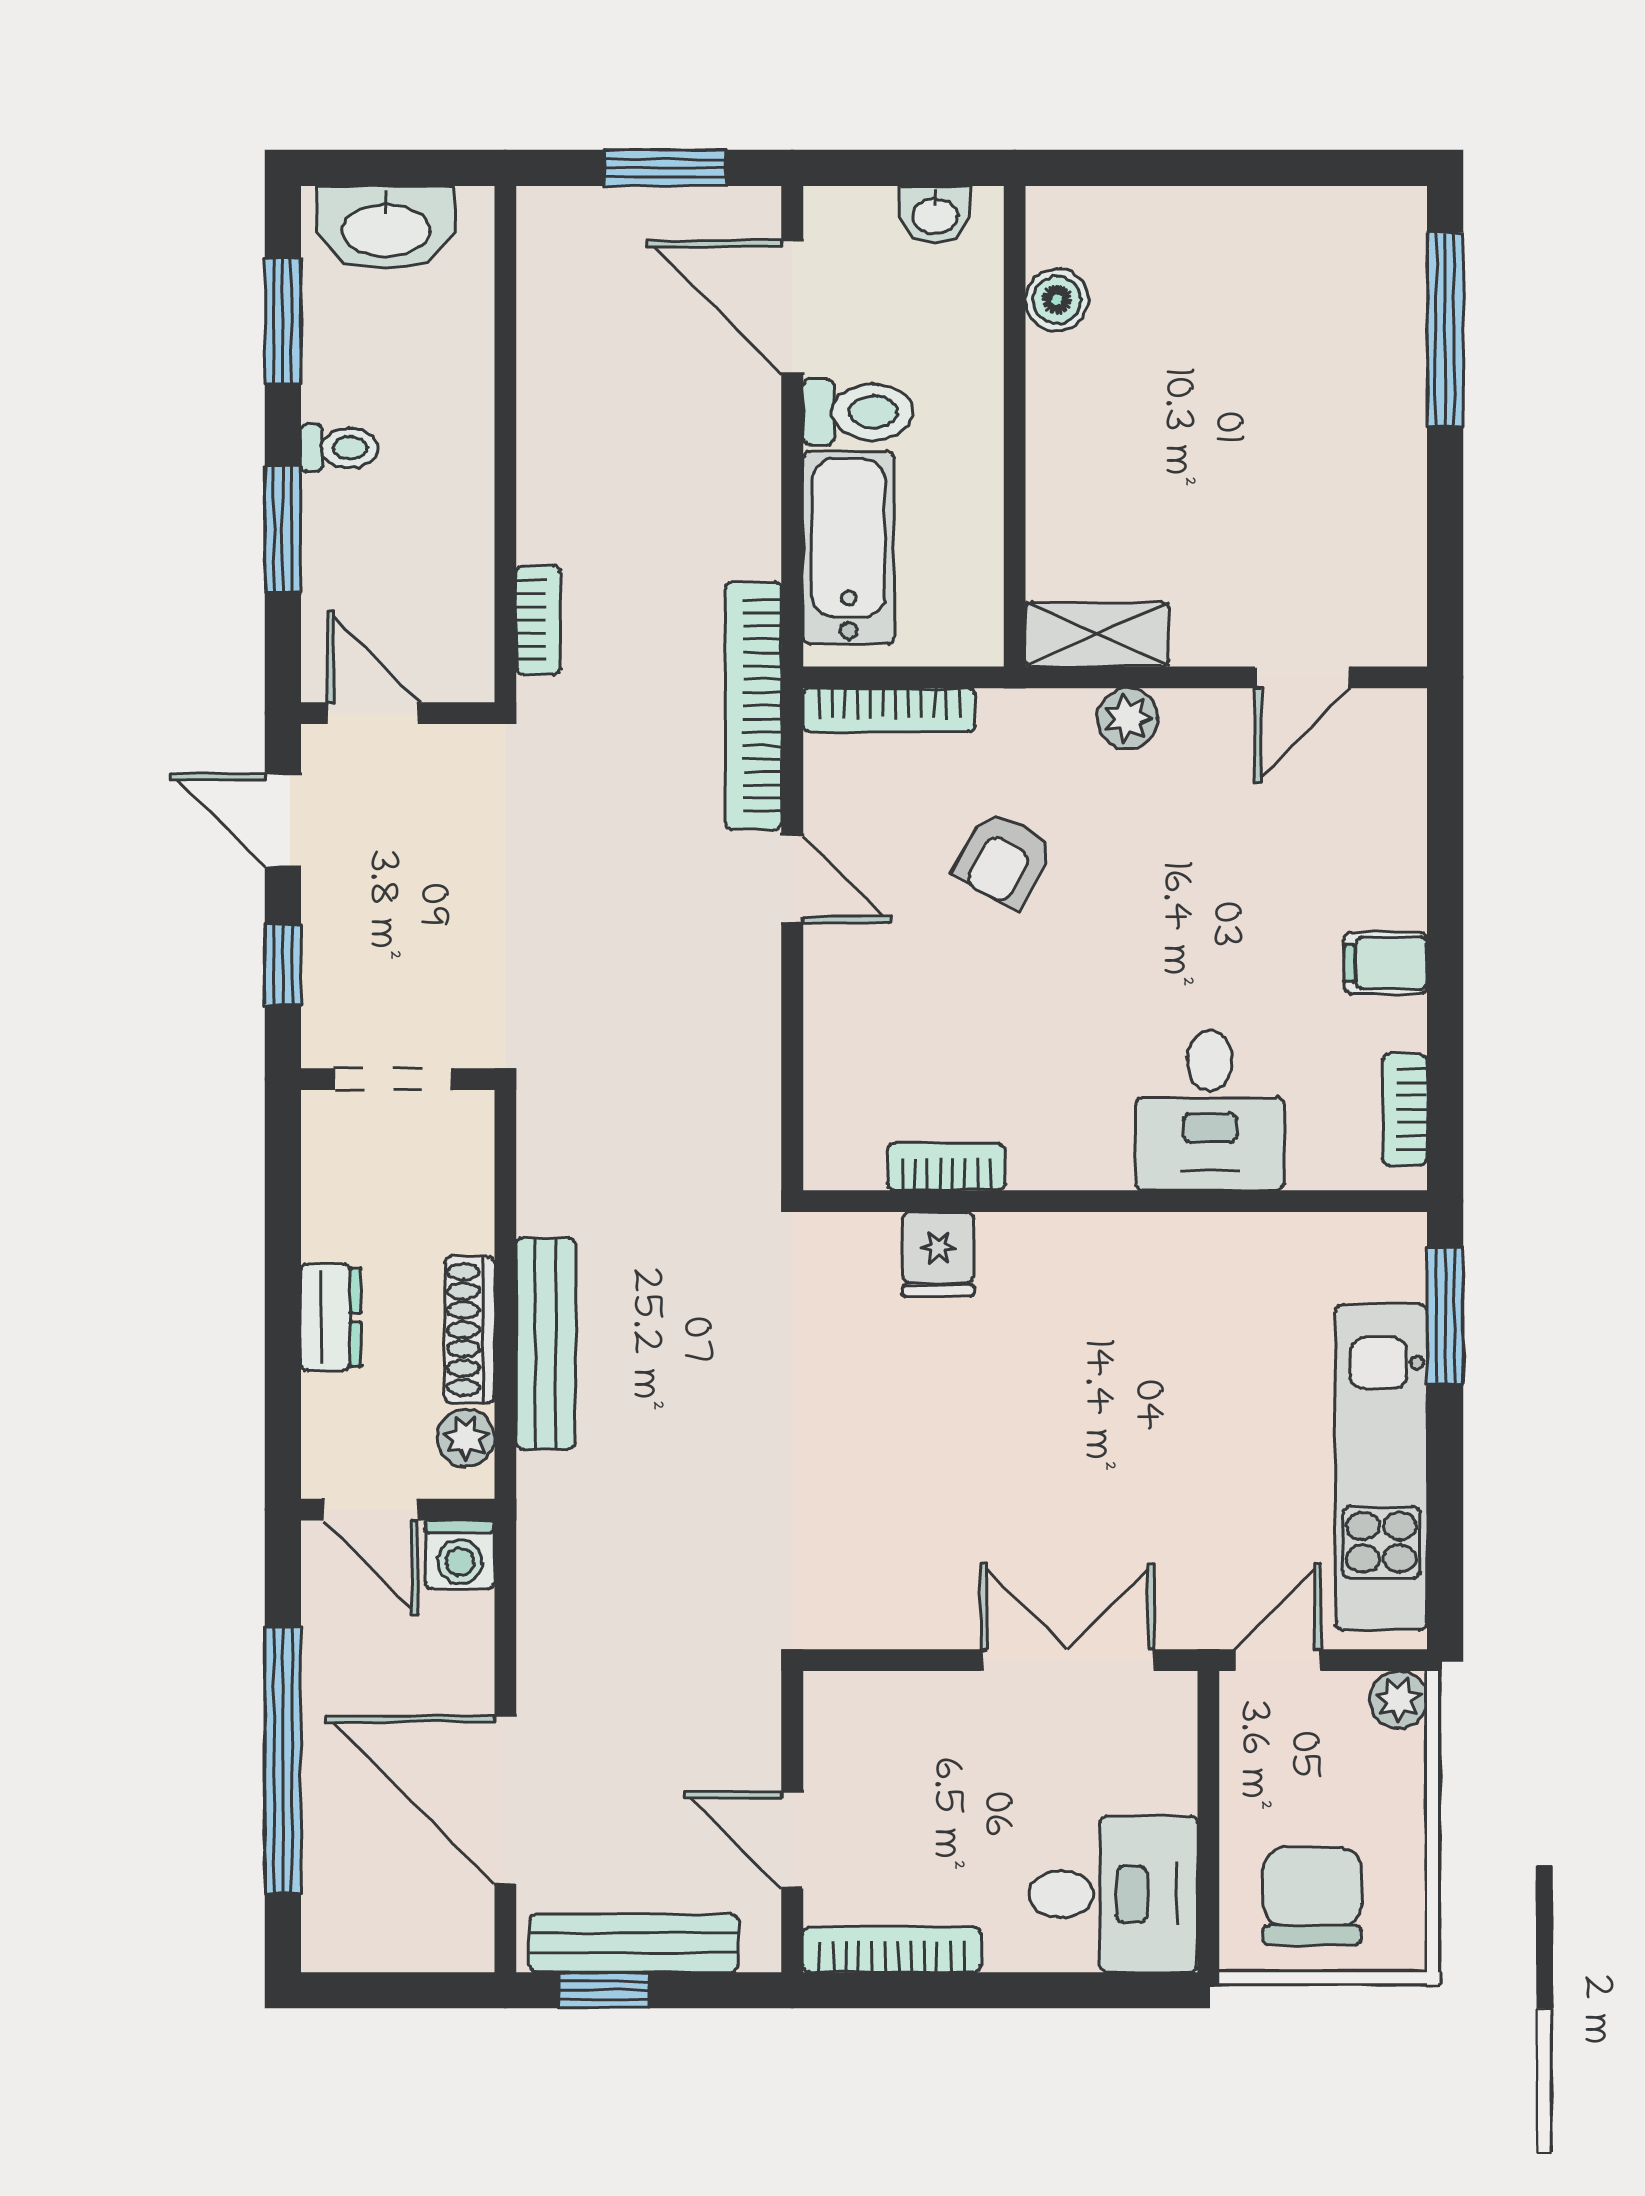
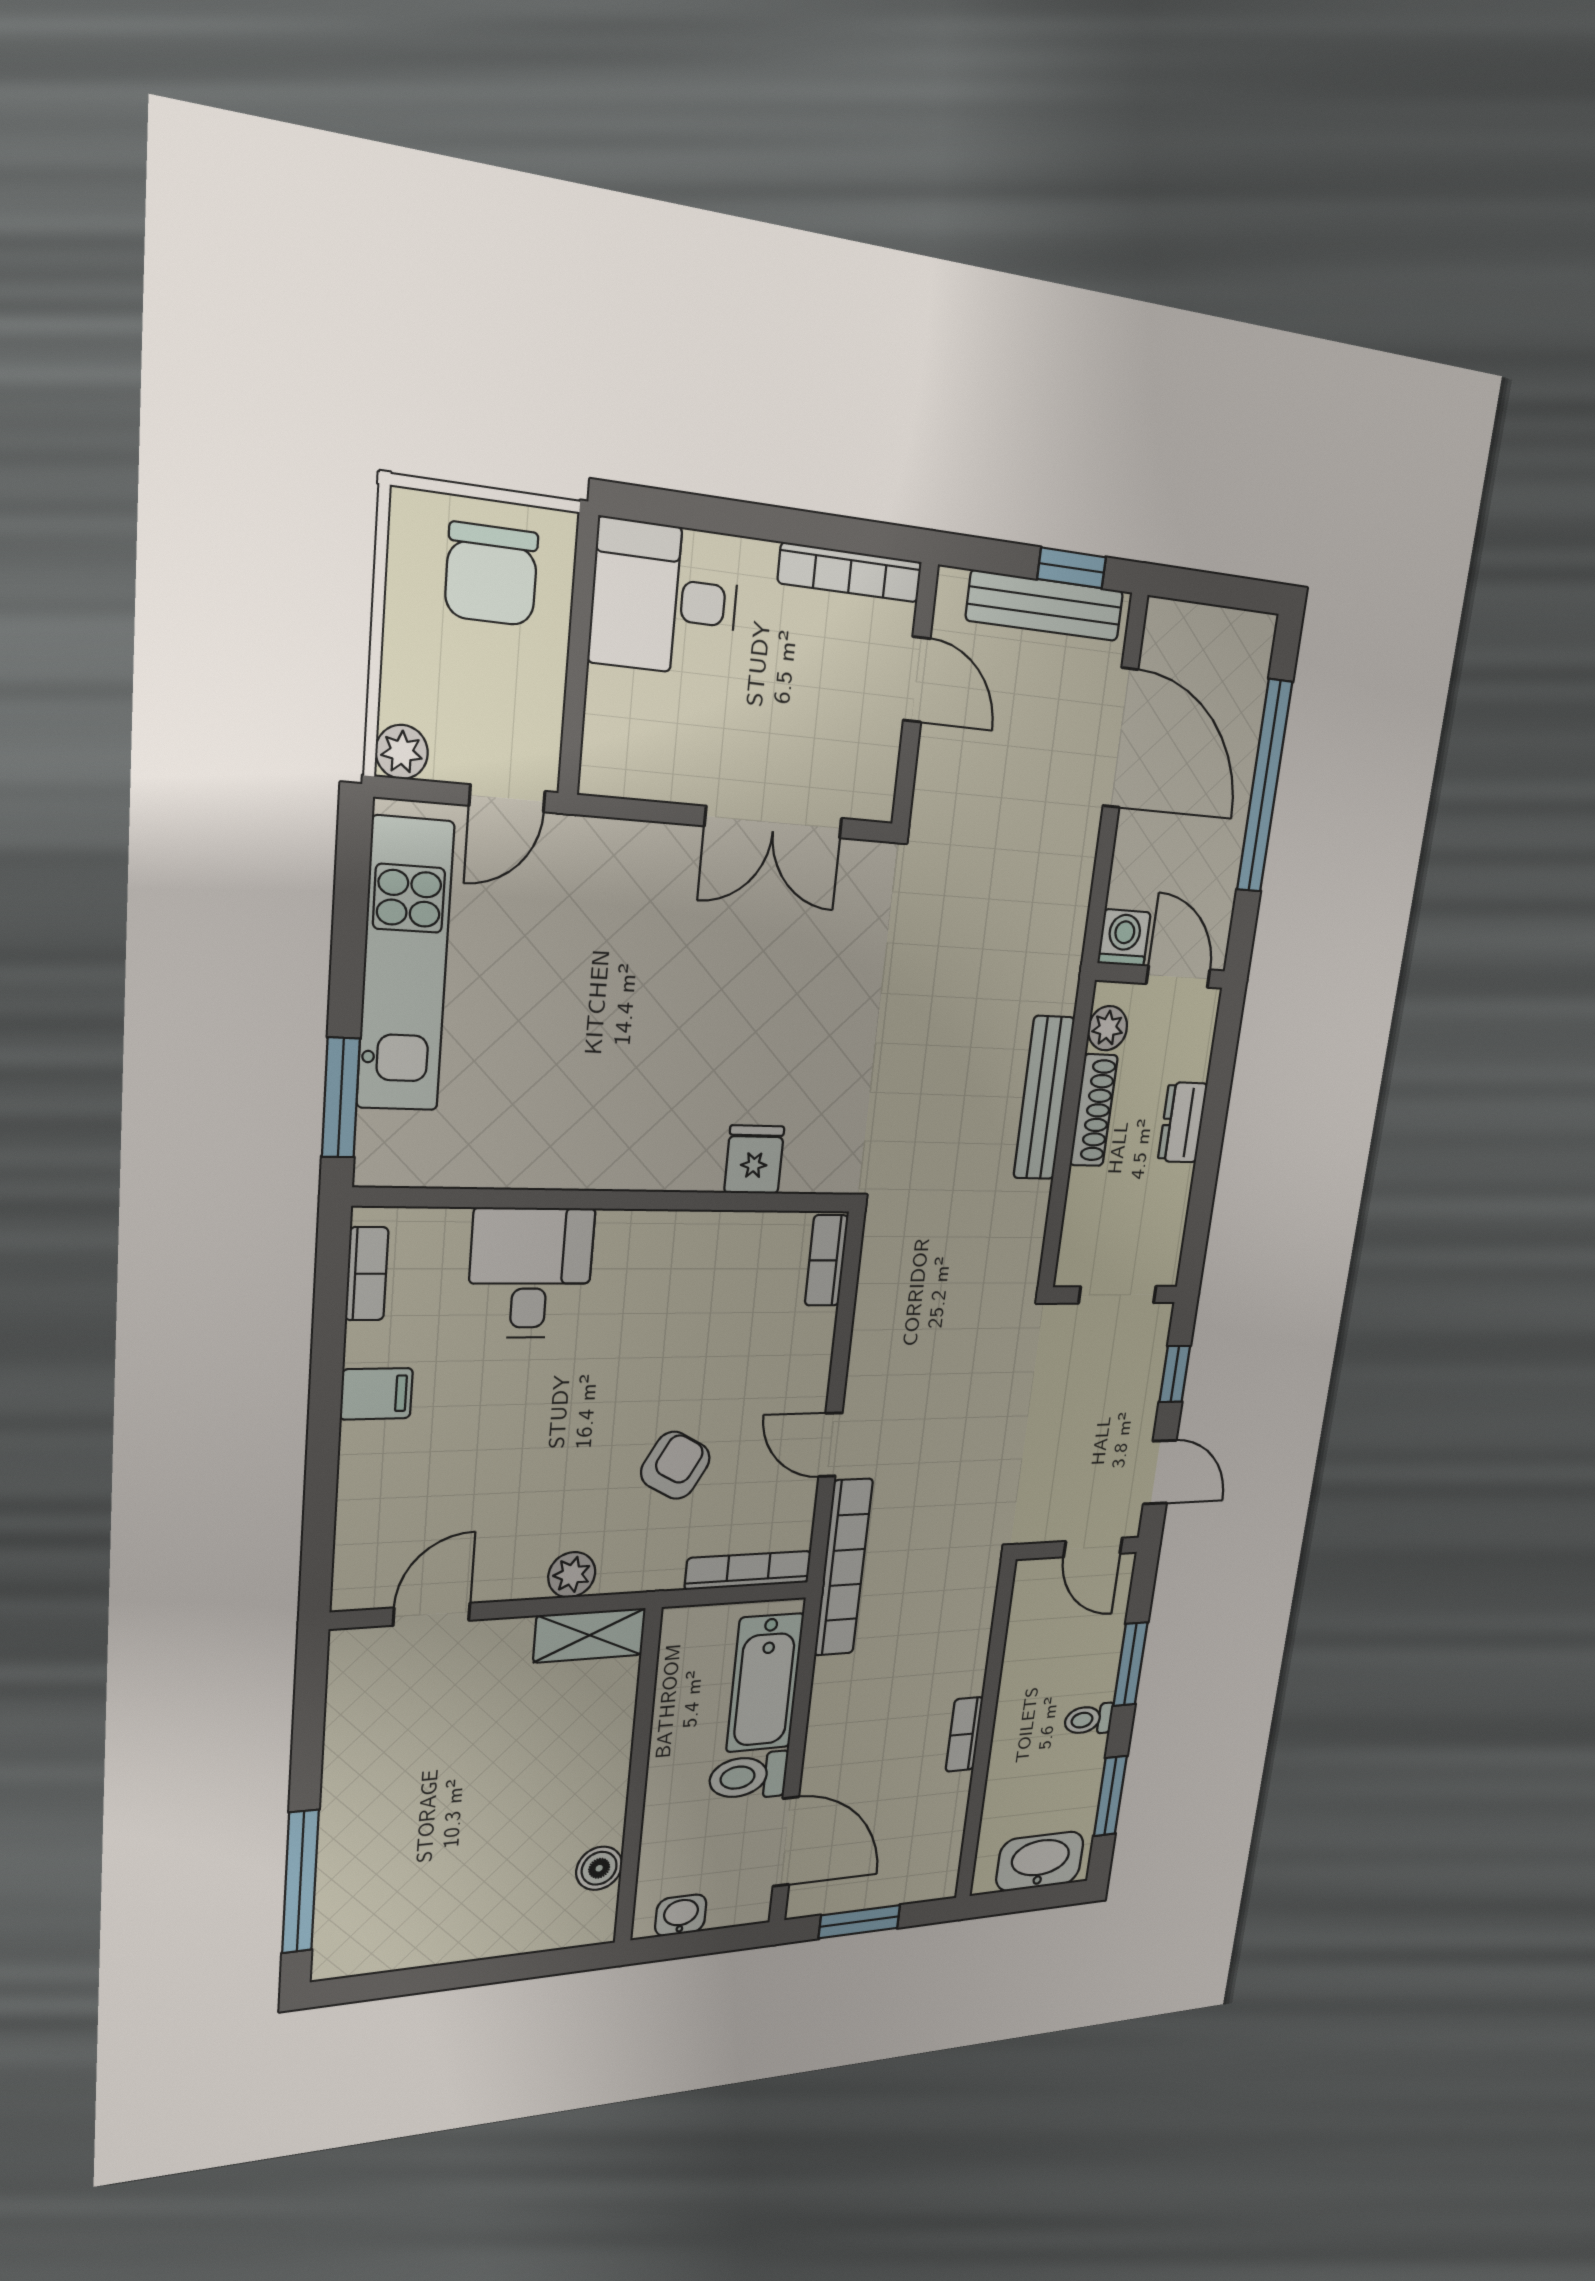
bookcase: (538, 620) -> (964, 1734), moved
bookcase: (946, 1167) -> (826, 1260), moved, turned 90
double door: (1067, 1660) -> (774, 822), moved

